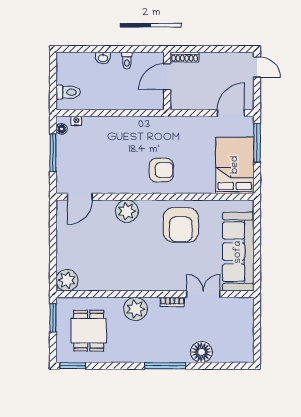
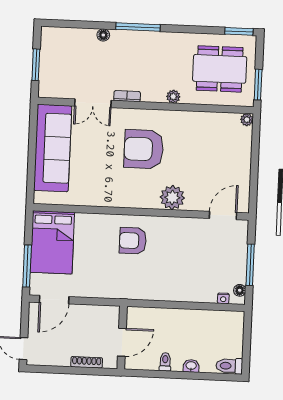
shoe rack: (185, 57) -> (87, 362), moved
toilet: (68, 92) -> (229, 366), moved
armchair: (181, 225) -> (144, 149), moved, turned -90
plant: (67, 280) -> (247, 120), width x0.53, depth x0.53
plant: (135, 309) -> (173, 97), width x0.53, depth x0.53
window: (257, 327) -> (36, 65), added
dining table: (89, 331) -> (220, 69), width x1.38
floor lamp: (201, 352) -> (103, 35), width x0.53, depth x0.53

